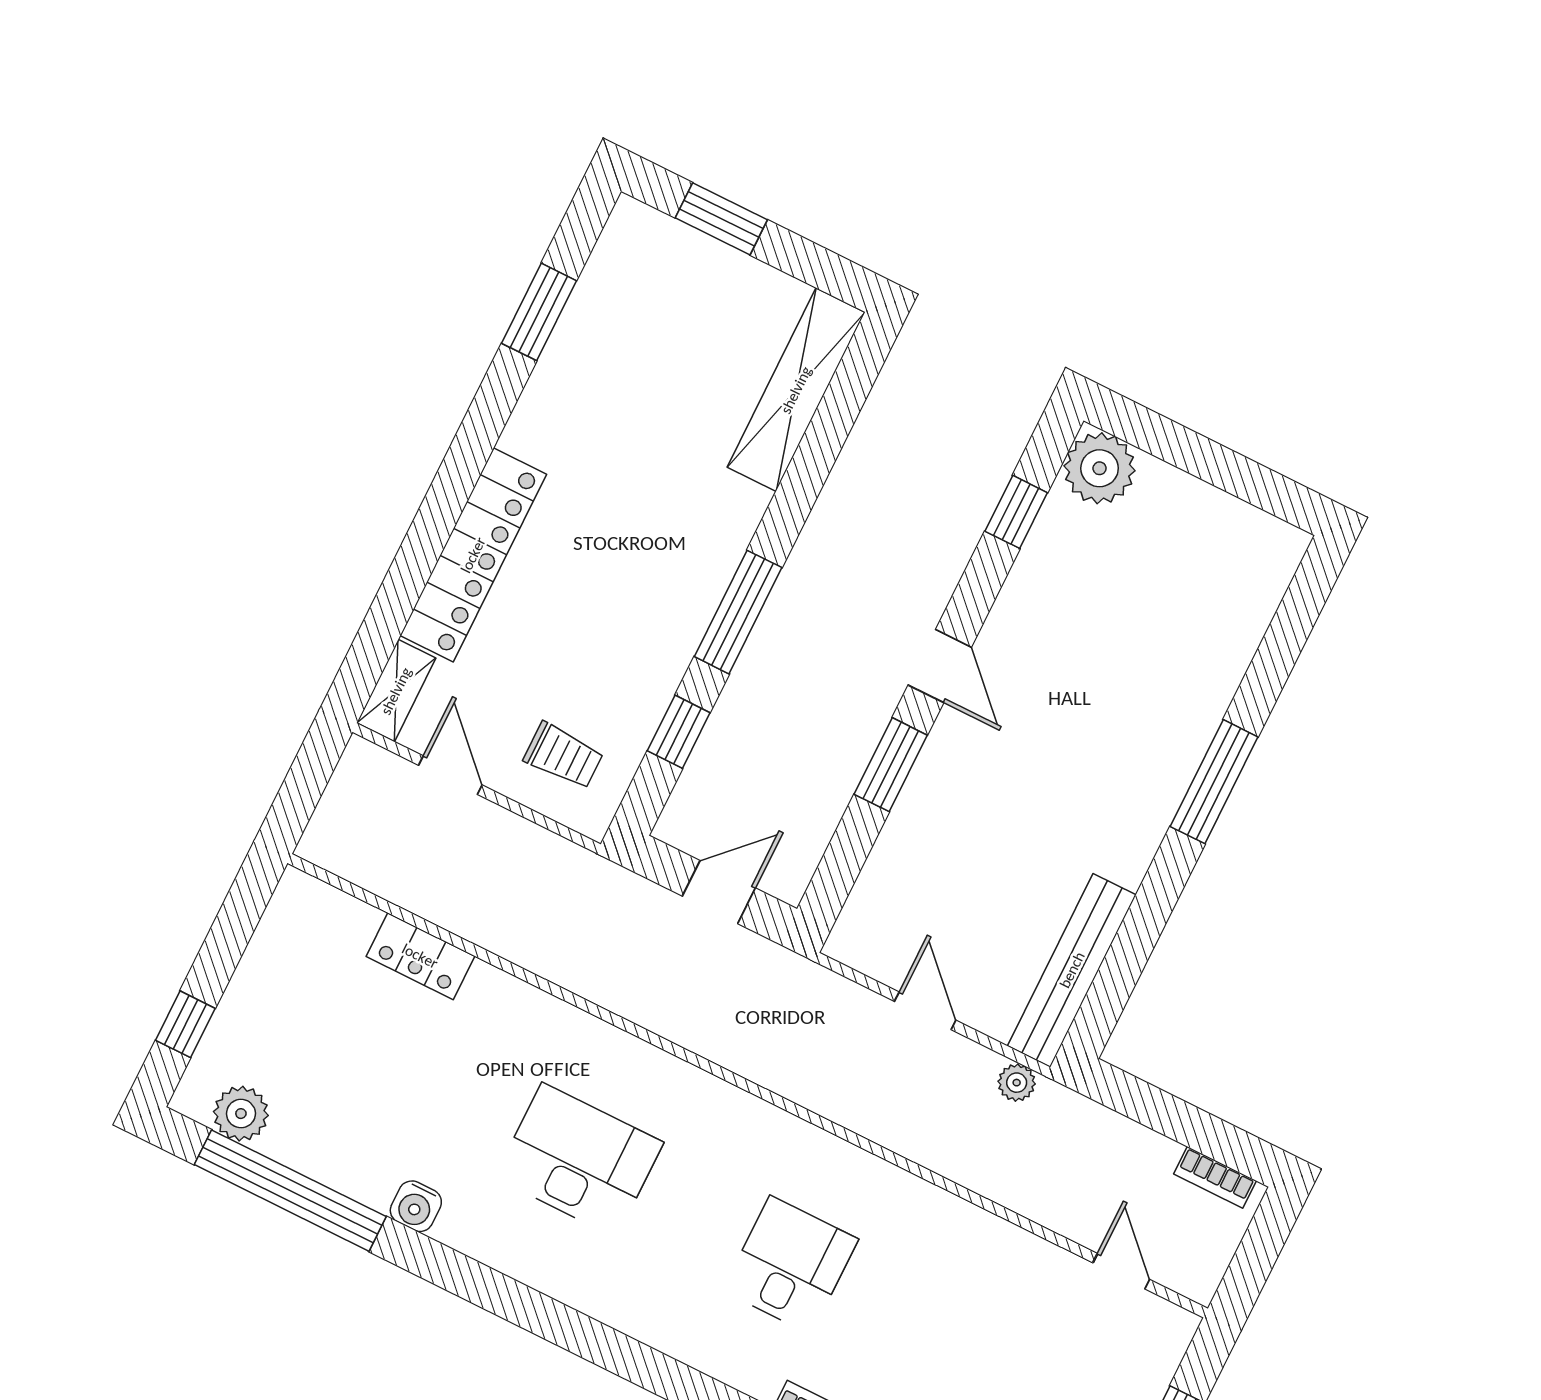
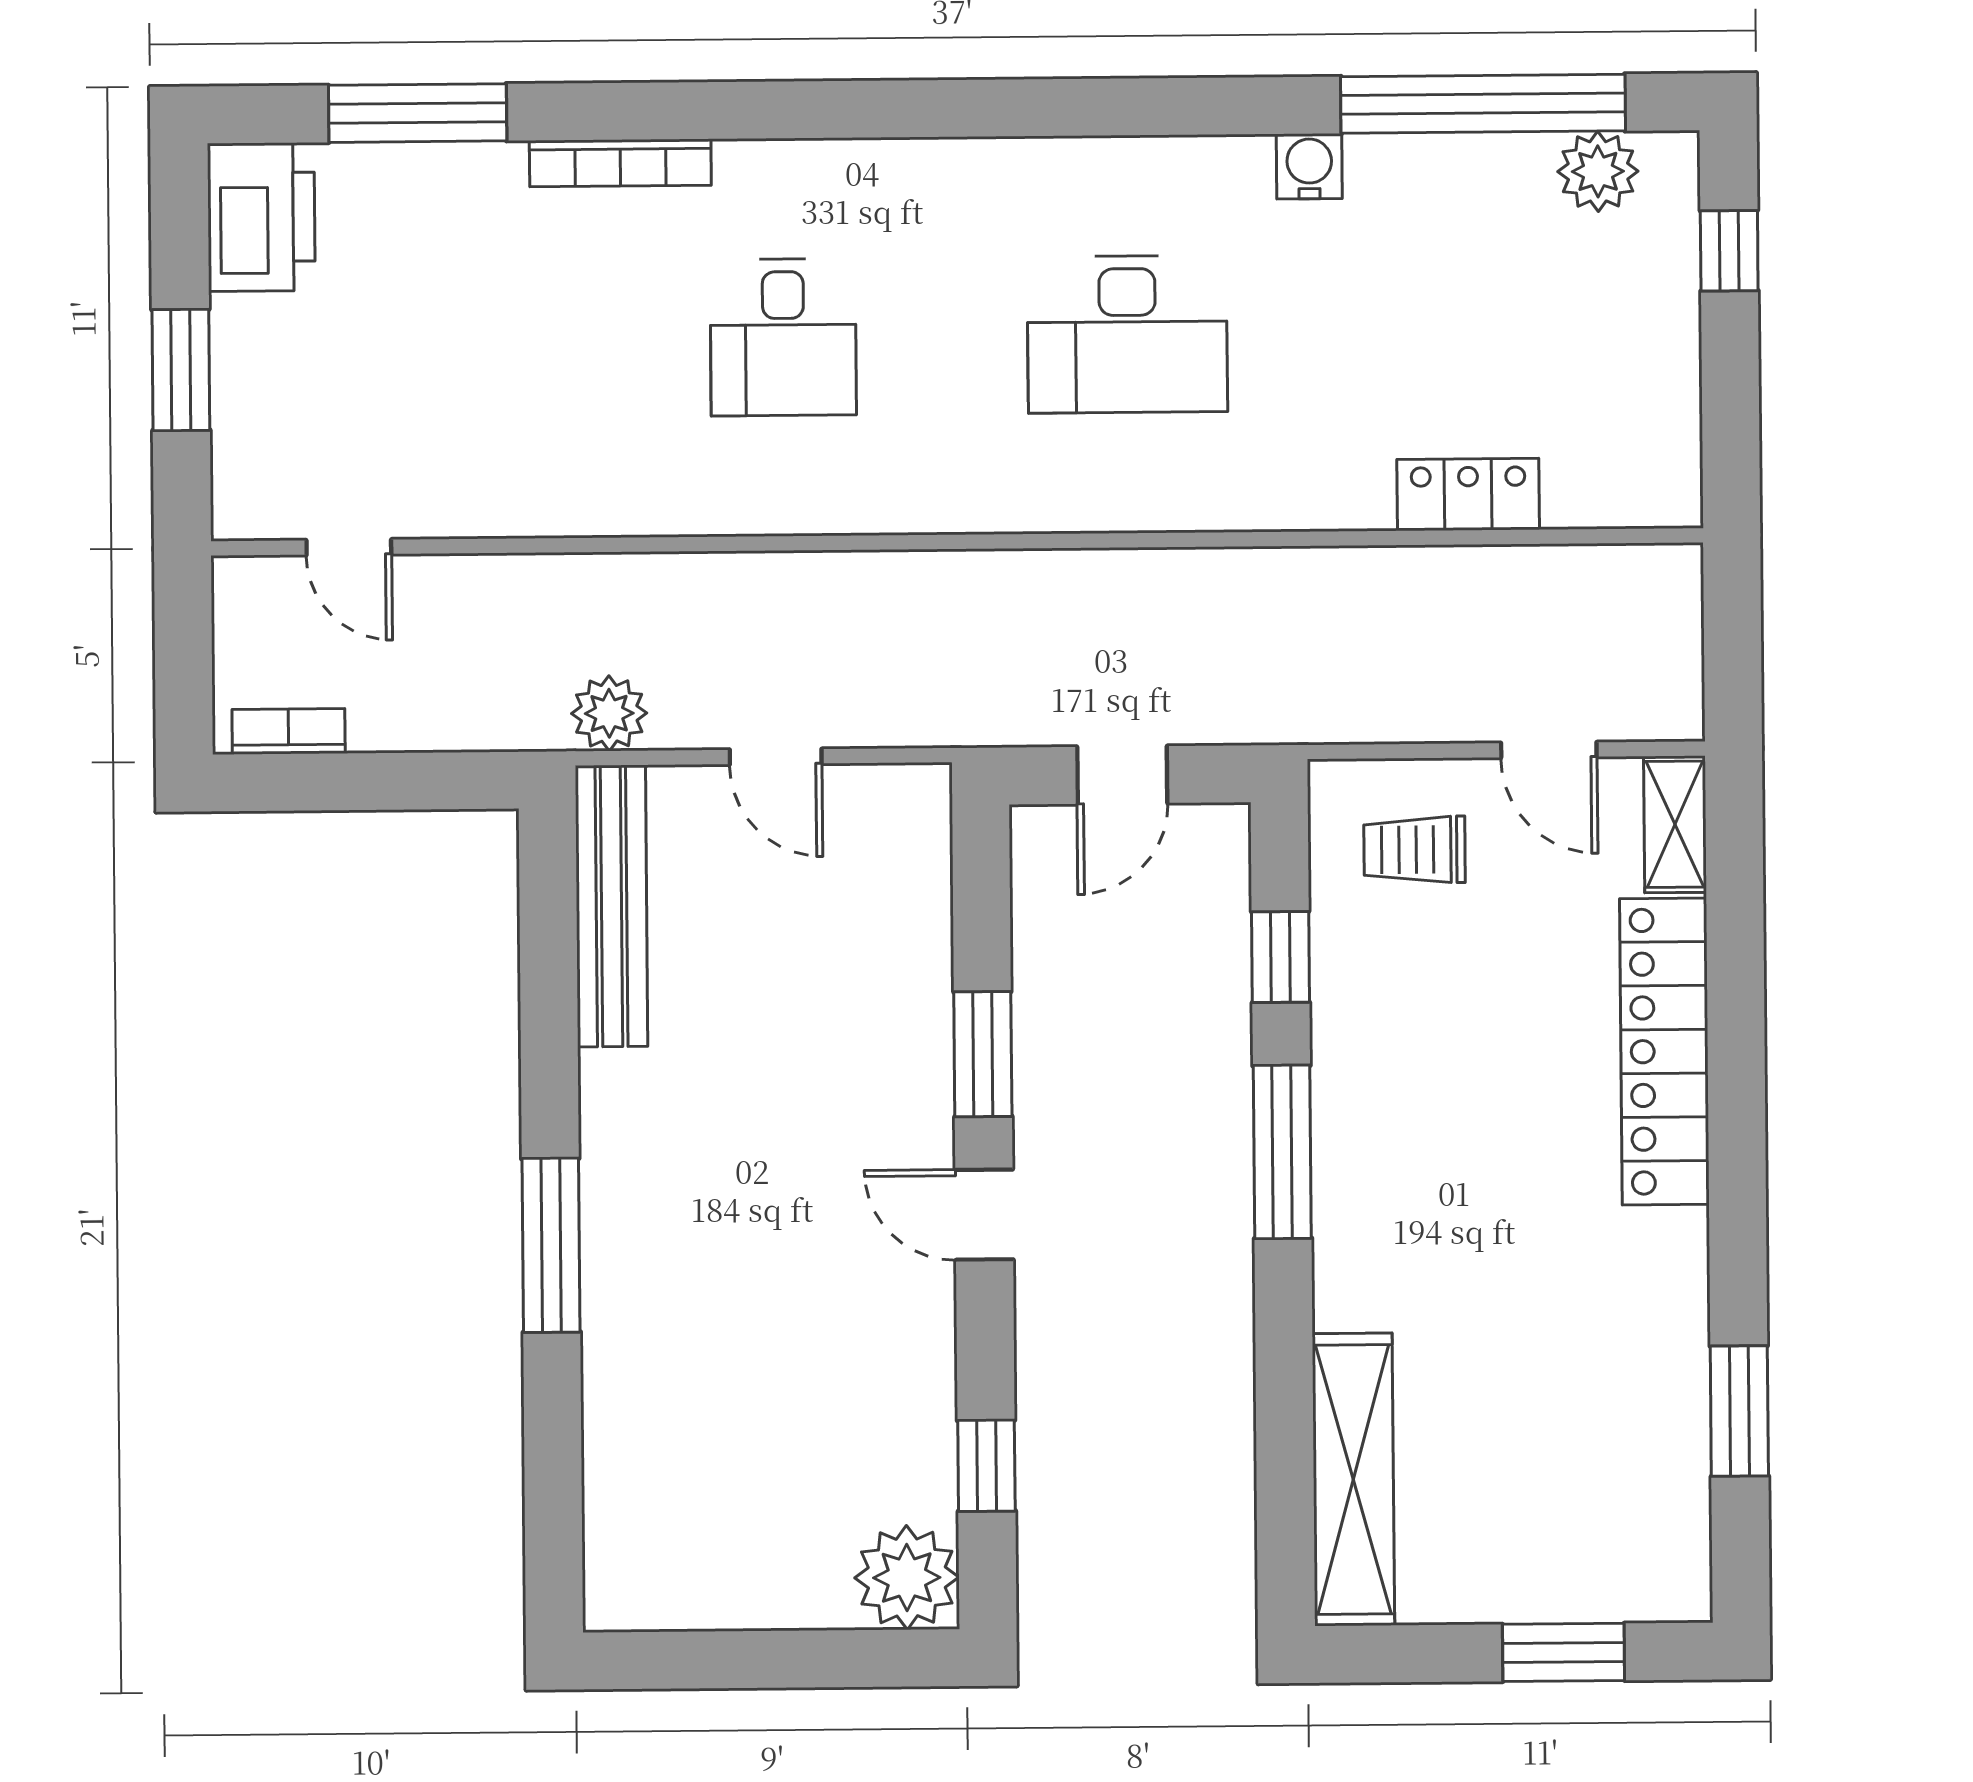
plant: (1017, 1083) -> (609, 713), width x1.38, depth x1.38

